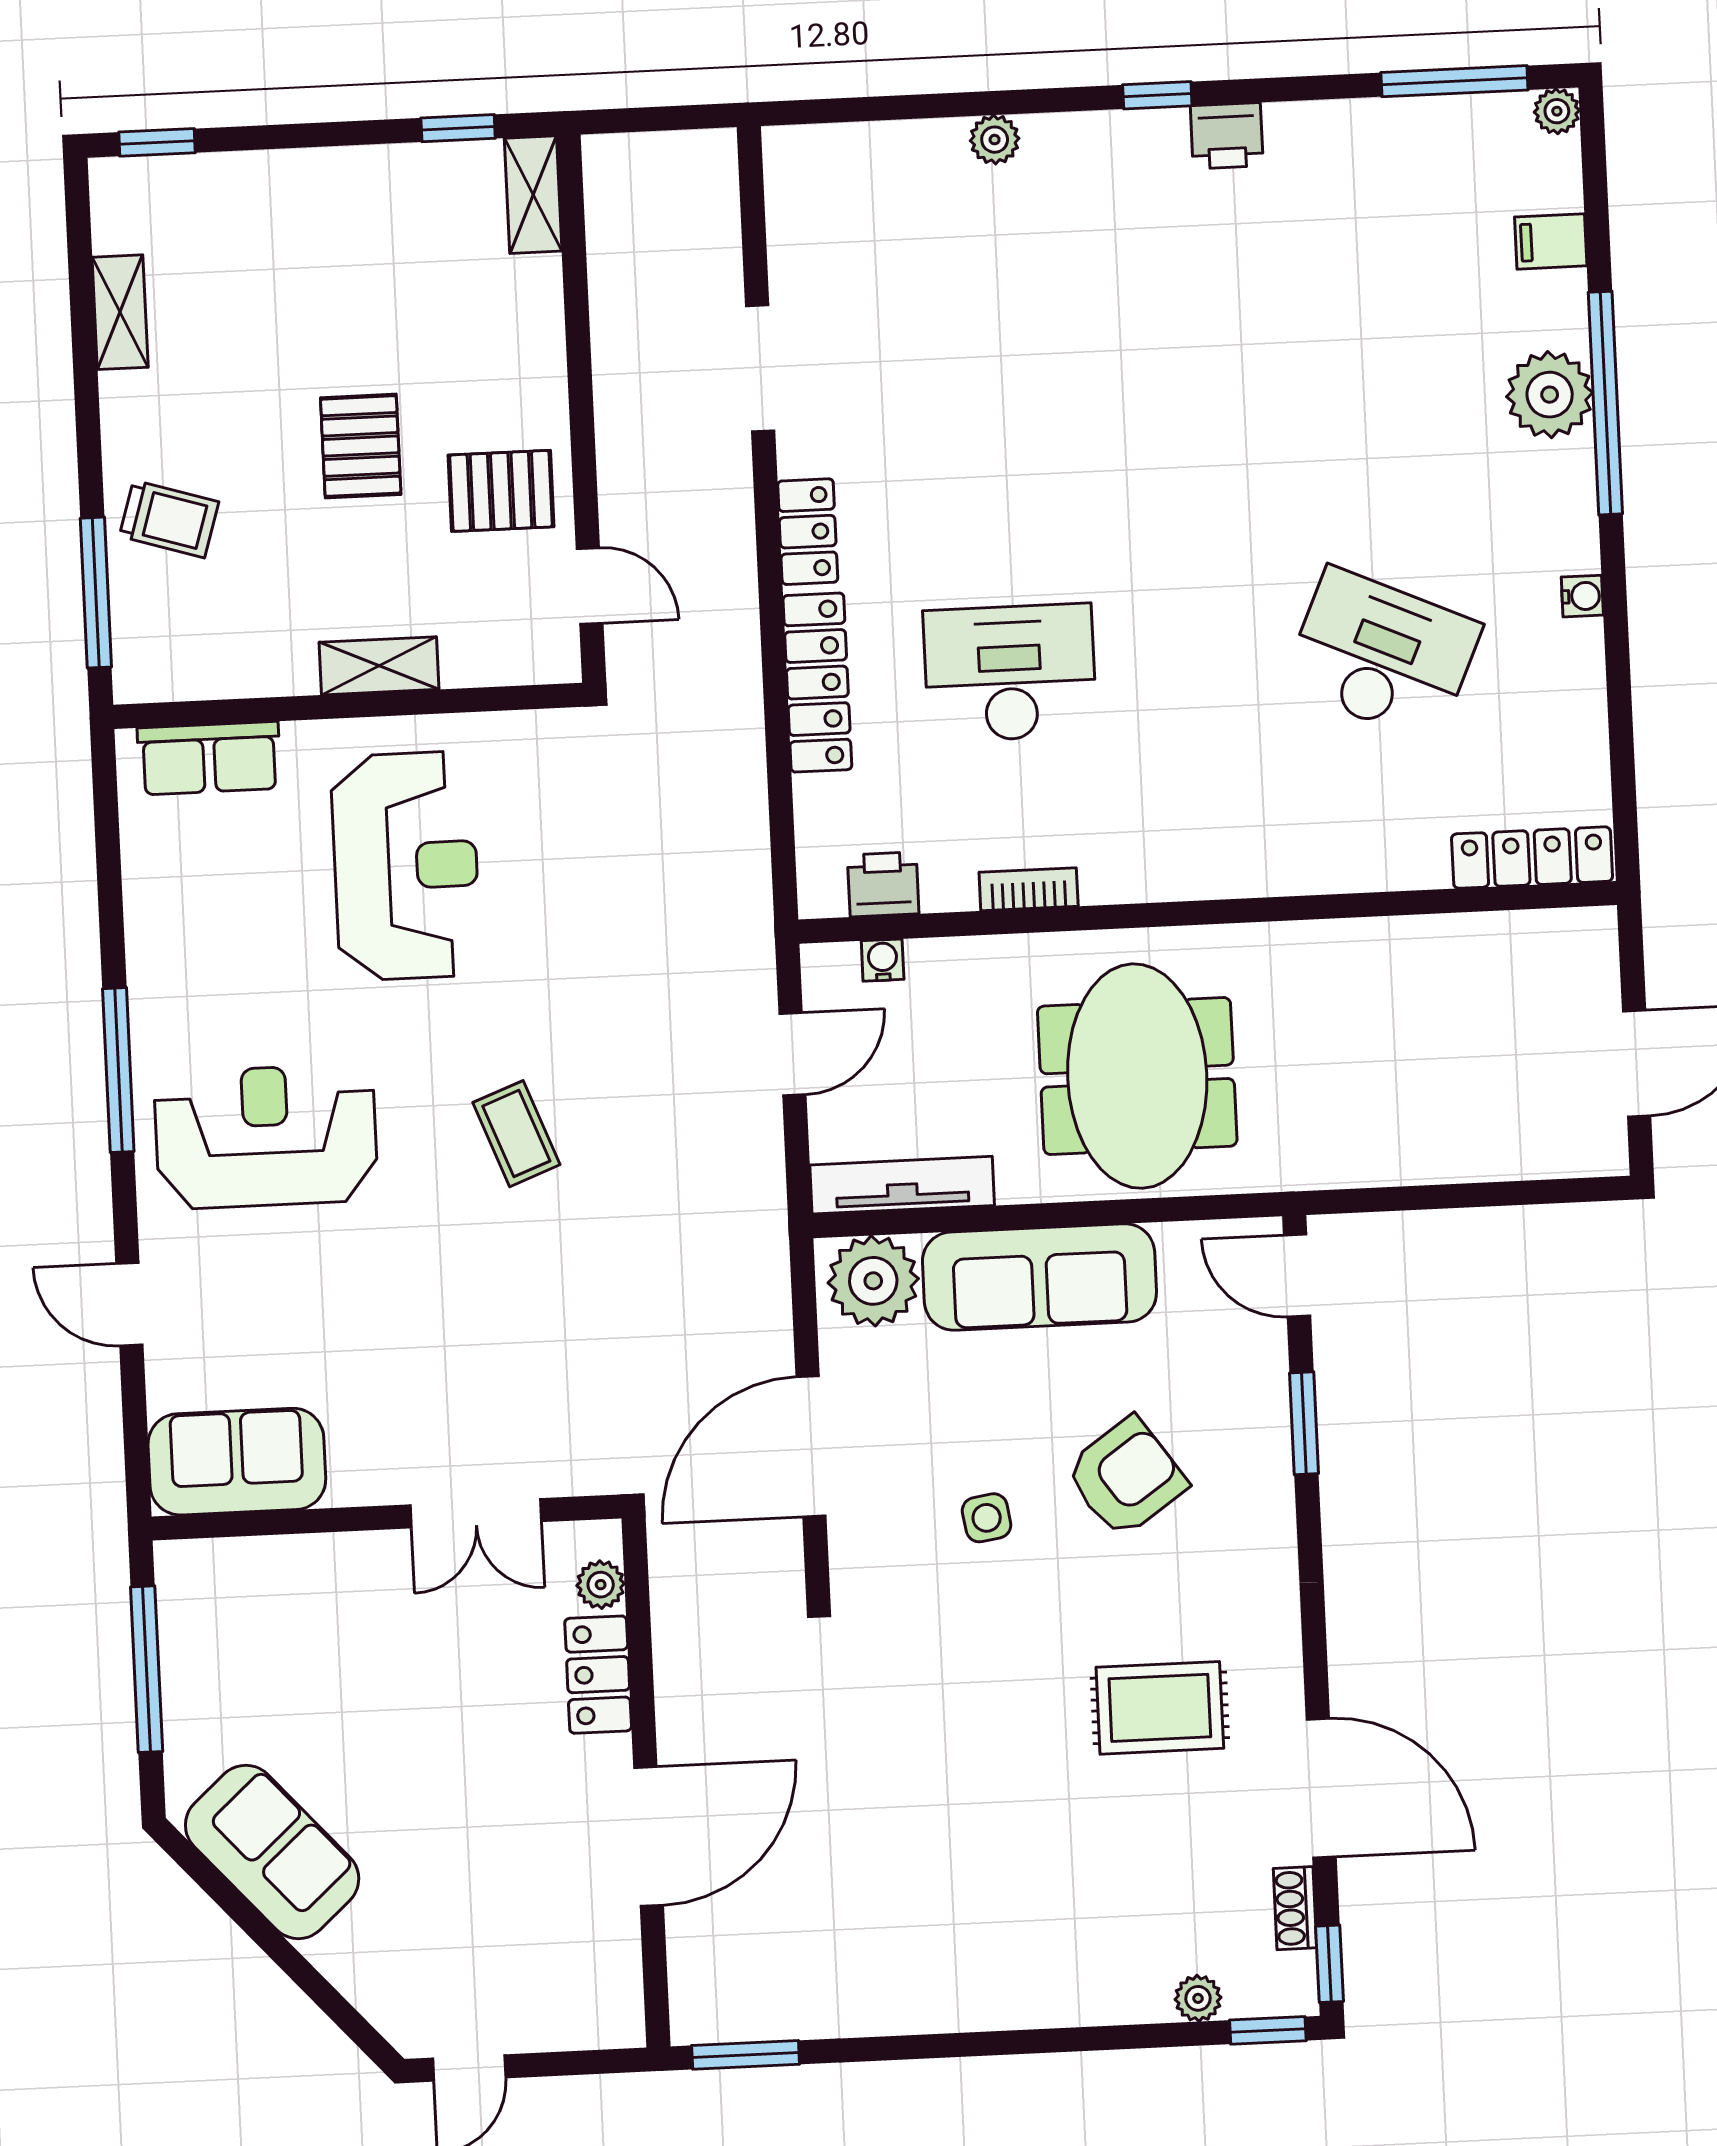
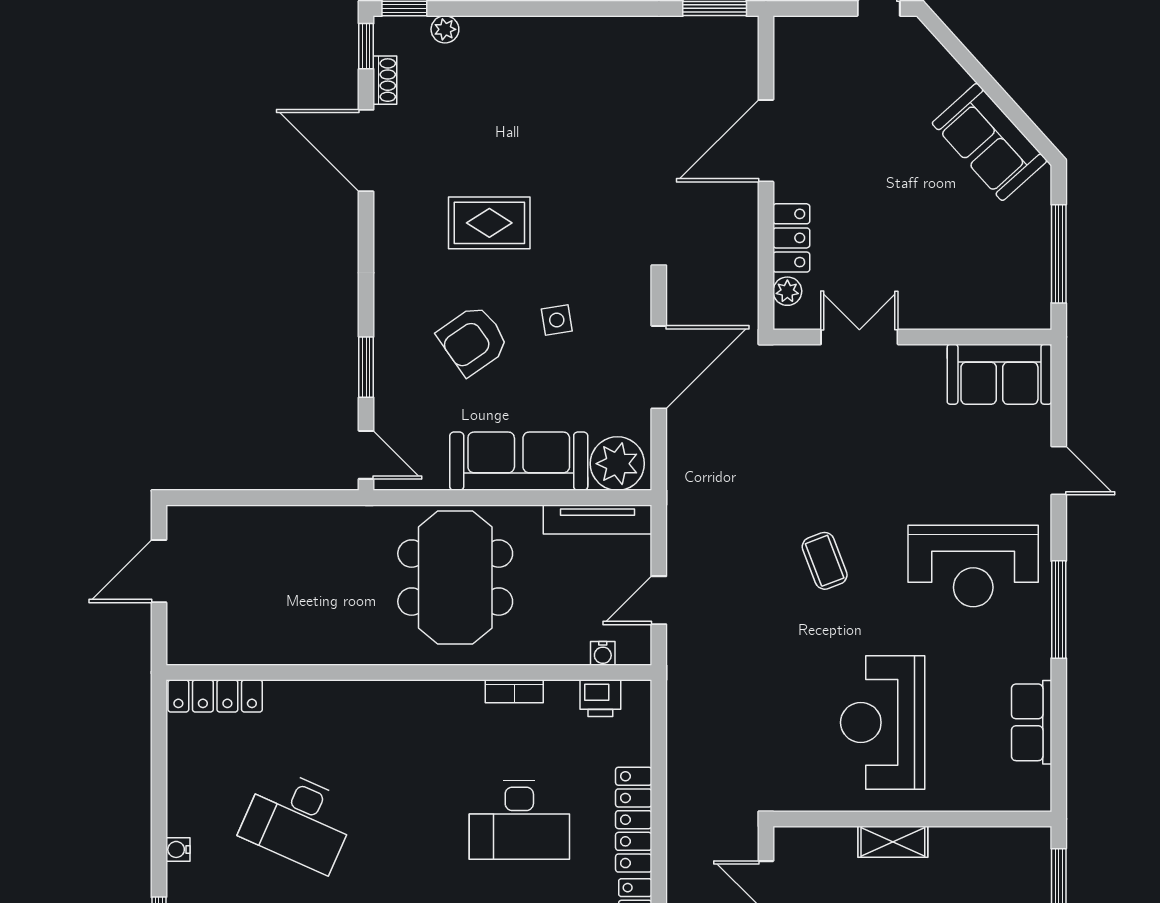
row of seats: (209, 758) -> (1032, 722), moved, turned -90
rug: (1160, 1708) -> (489, 223), moved

